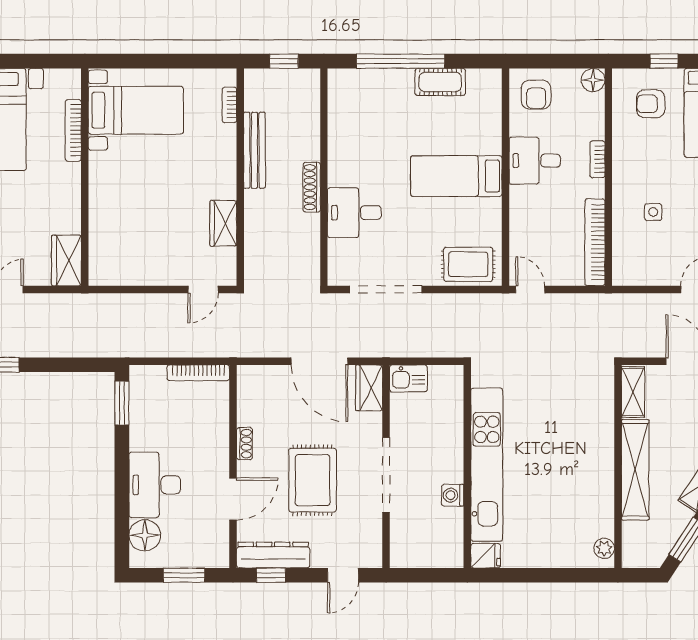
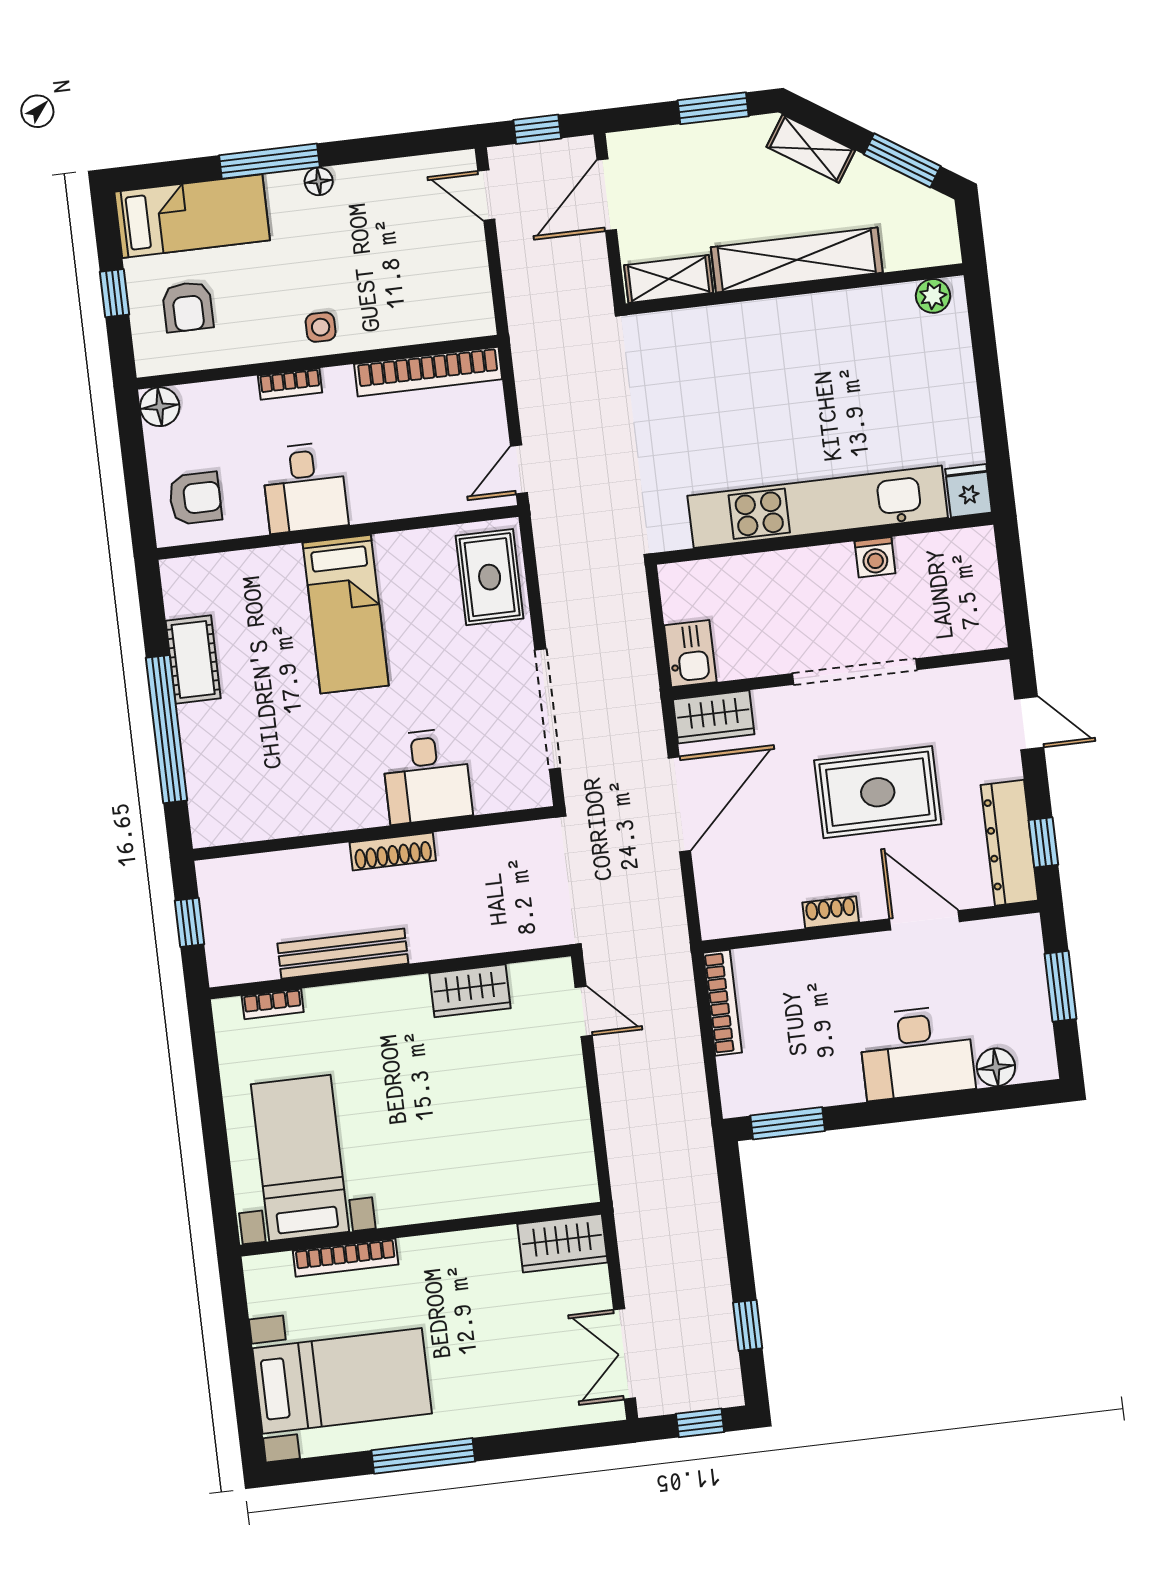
side table: (653, 212) -> (321, 327), moved
floor lamp: (145, 535) -> (996, 1067), width x0.73, depth x0.73

